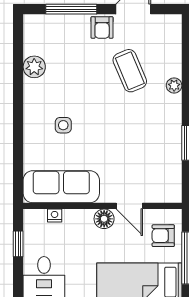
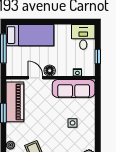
piano: (166, 163) -> (15, 102), added
armchair: (163, 236) -> (17, 61), removed

